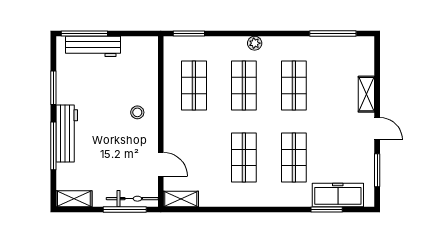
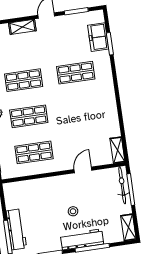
stool: (137, 112) -> (73, 211), moved
shop shelf: (244, 158) -> (81, 109), removed
door: (161, 164) -> (83, 170), moved
freezer: (338, 195) -> (98, 37), width x0.71

